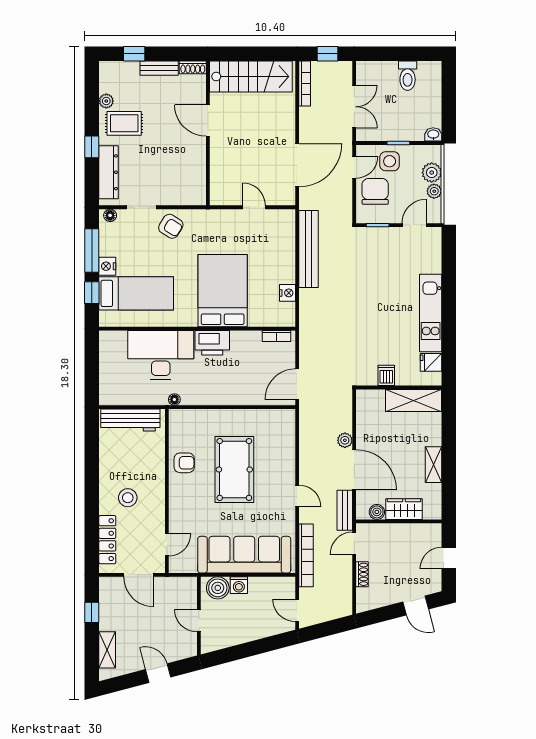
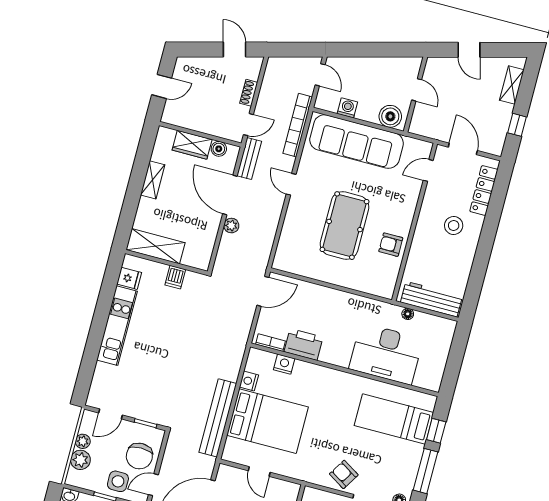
nightstand: (107, 266) -> (284, 364), moved, turned -90
bed: (223, 291) -> (268, 421), moved, turned -90
printer: (212, 343) -> (303, 344), moved
floor lamp: (174, 400) -> (408, 314), moved
washing machine: (239, 585) -> (347, 108), moved
door: (416, 605) -> (234, 50), moved

